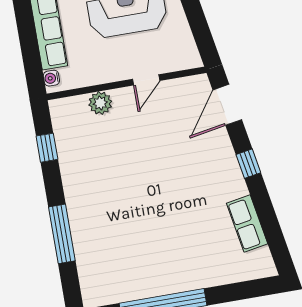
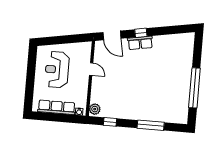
plant: (100, 103) -> (95, 109), moved
row of seats: (247, 223) -> (140, 43), moved

